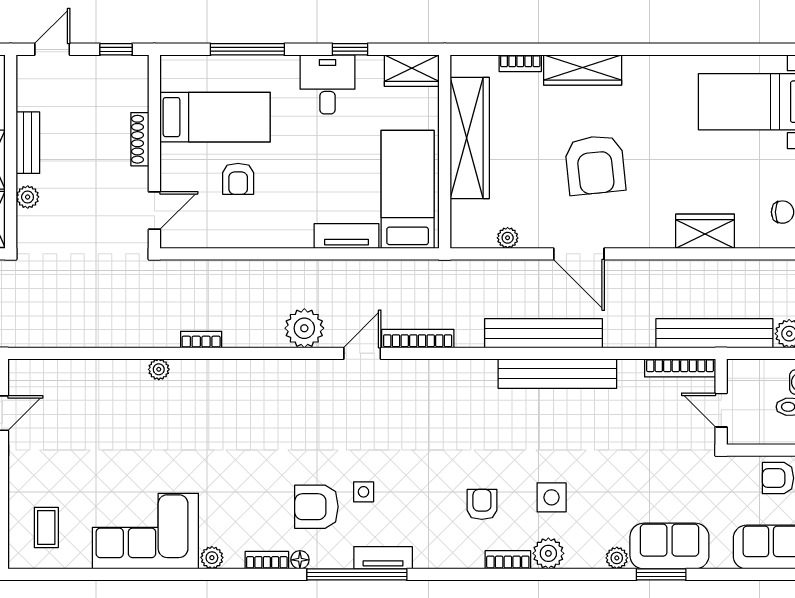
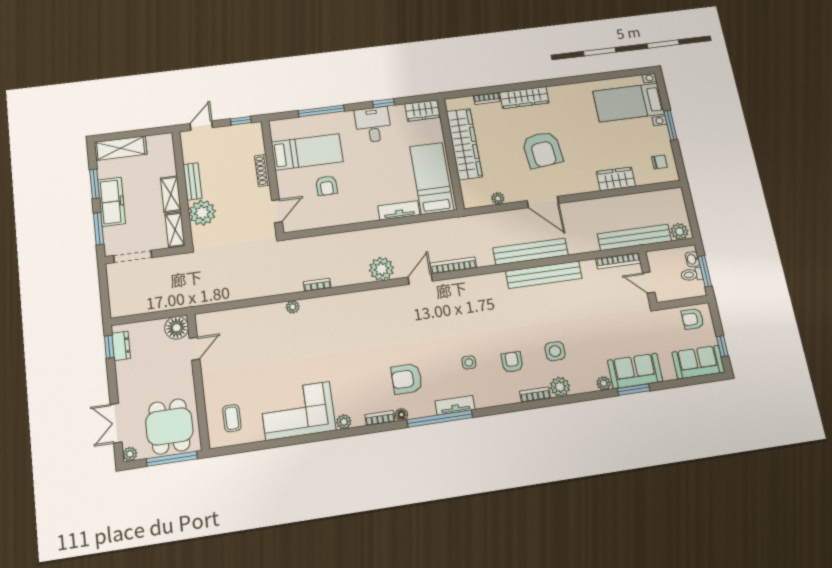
plant: (28, 197) -> (202, 213), width x1.88, depth x1.88
side table: (364, 492) -> (469, 362), moved

